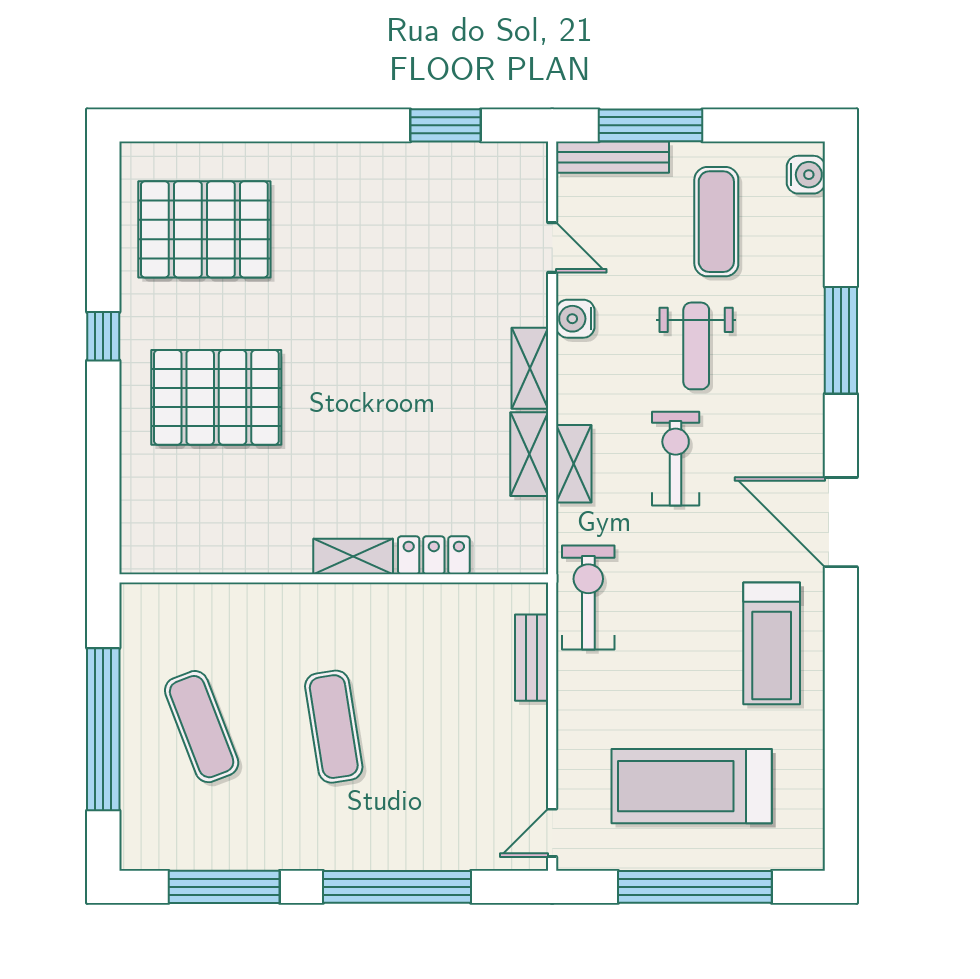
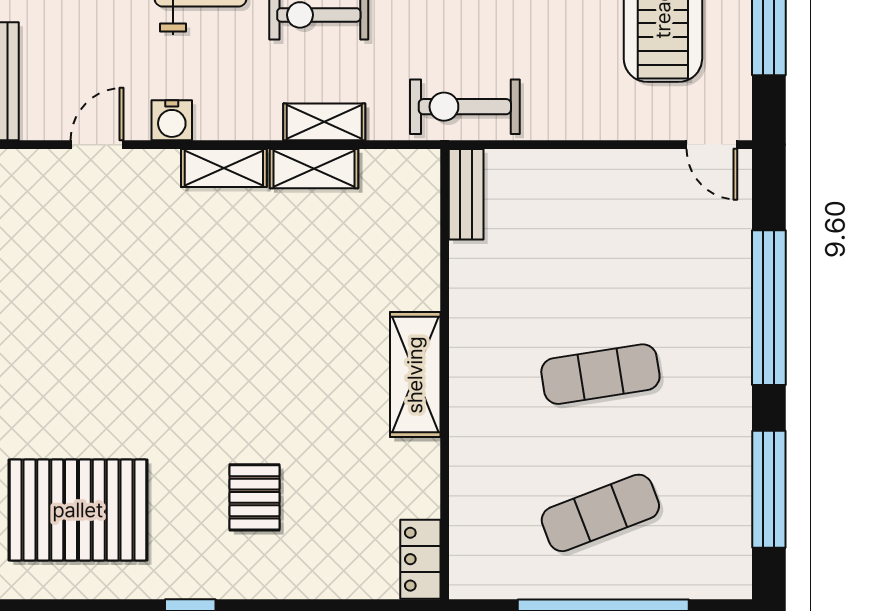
pallet: (204, 229) -> (78, 510), turned 90
pallet: (216, 397) -> (255, 497), width x0.49, depth x0.50
locker: (434, 555) -> (420, 559), moved
shelving: (353, 556) -> (415, 375), width x1.50, depth x1.33
bench: (532, 658) -> (466, 194), moved, turned 90

